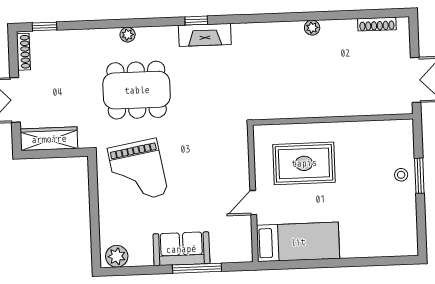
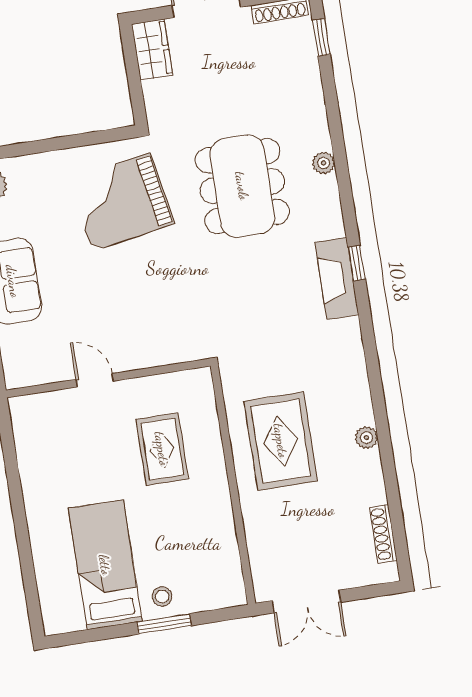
rug: (308, 85) -> (281, 441), added
wardrobe: (49, 139) -> (152, 50), width x0.67
rug: (304, 163) -> (162, 449), width x0.73, depth x0.70
bed: (298, 242) -> (105, 565), moved, turned 180

